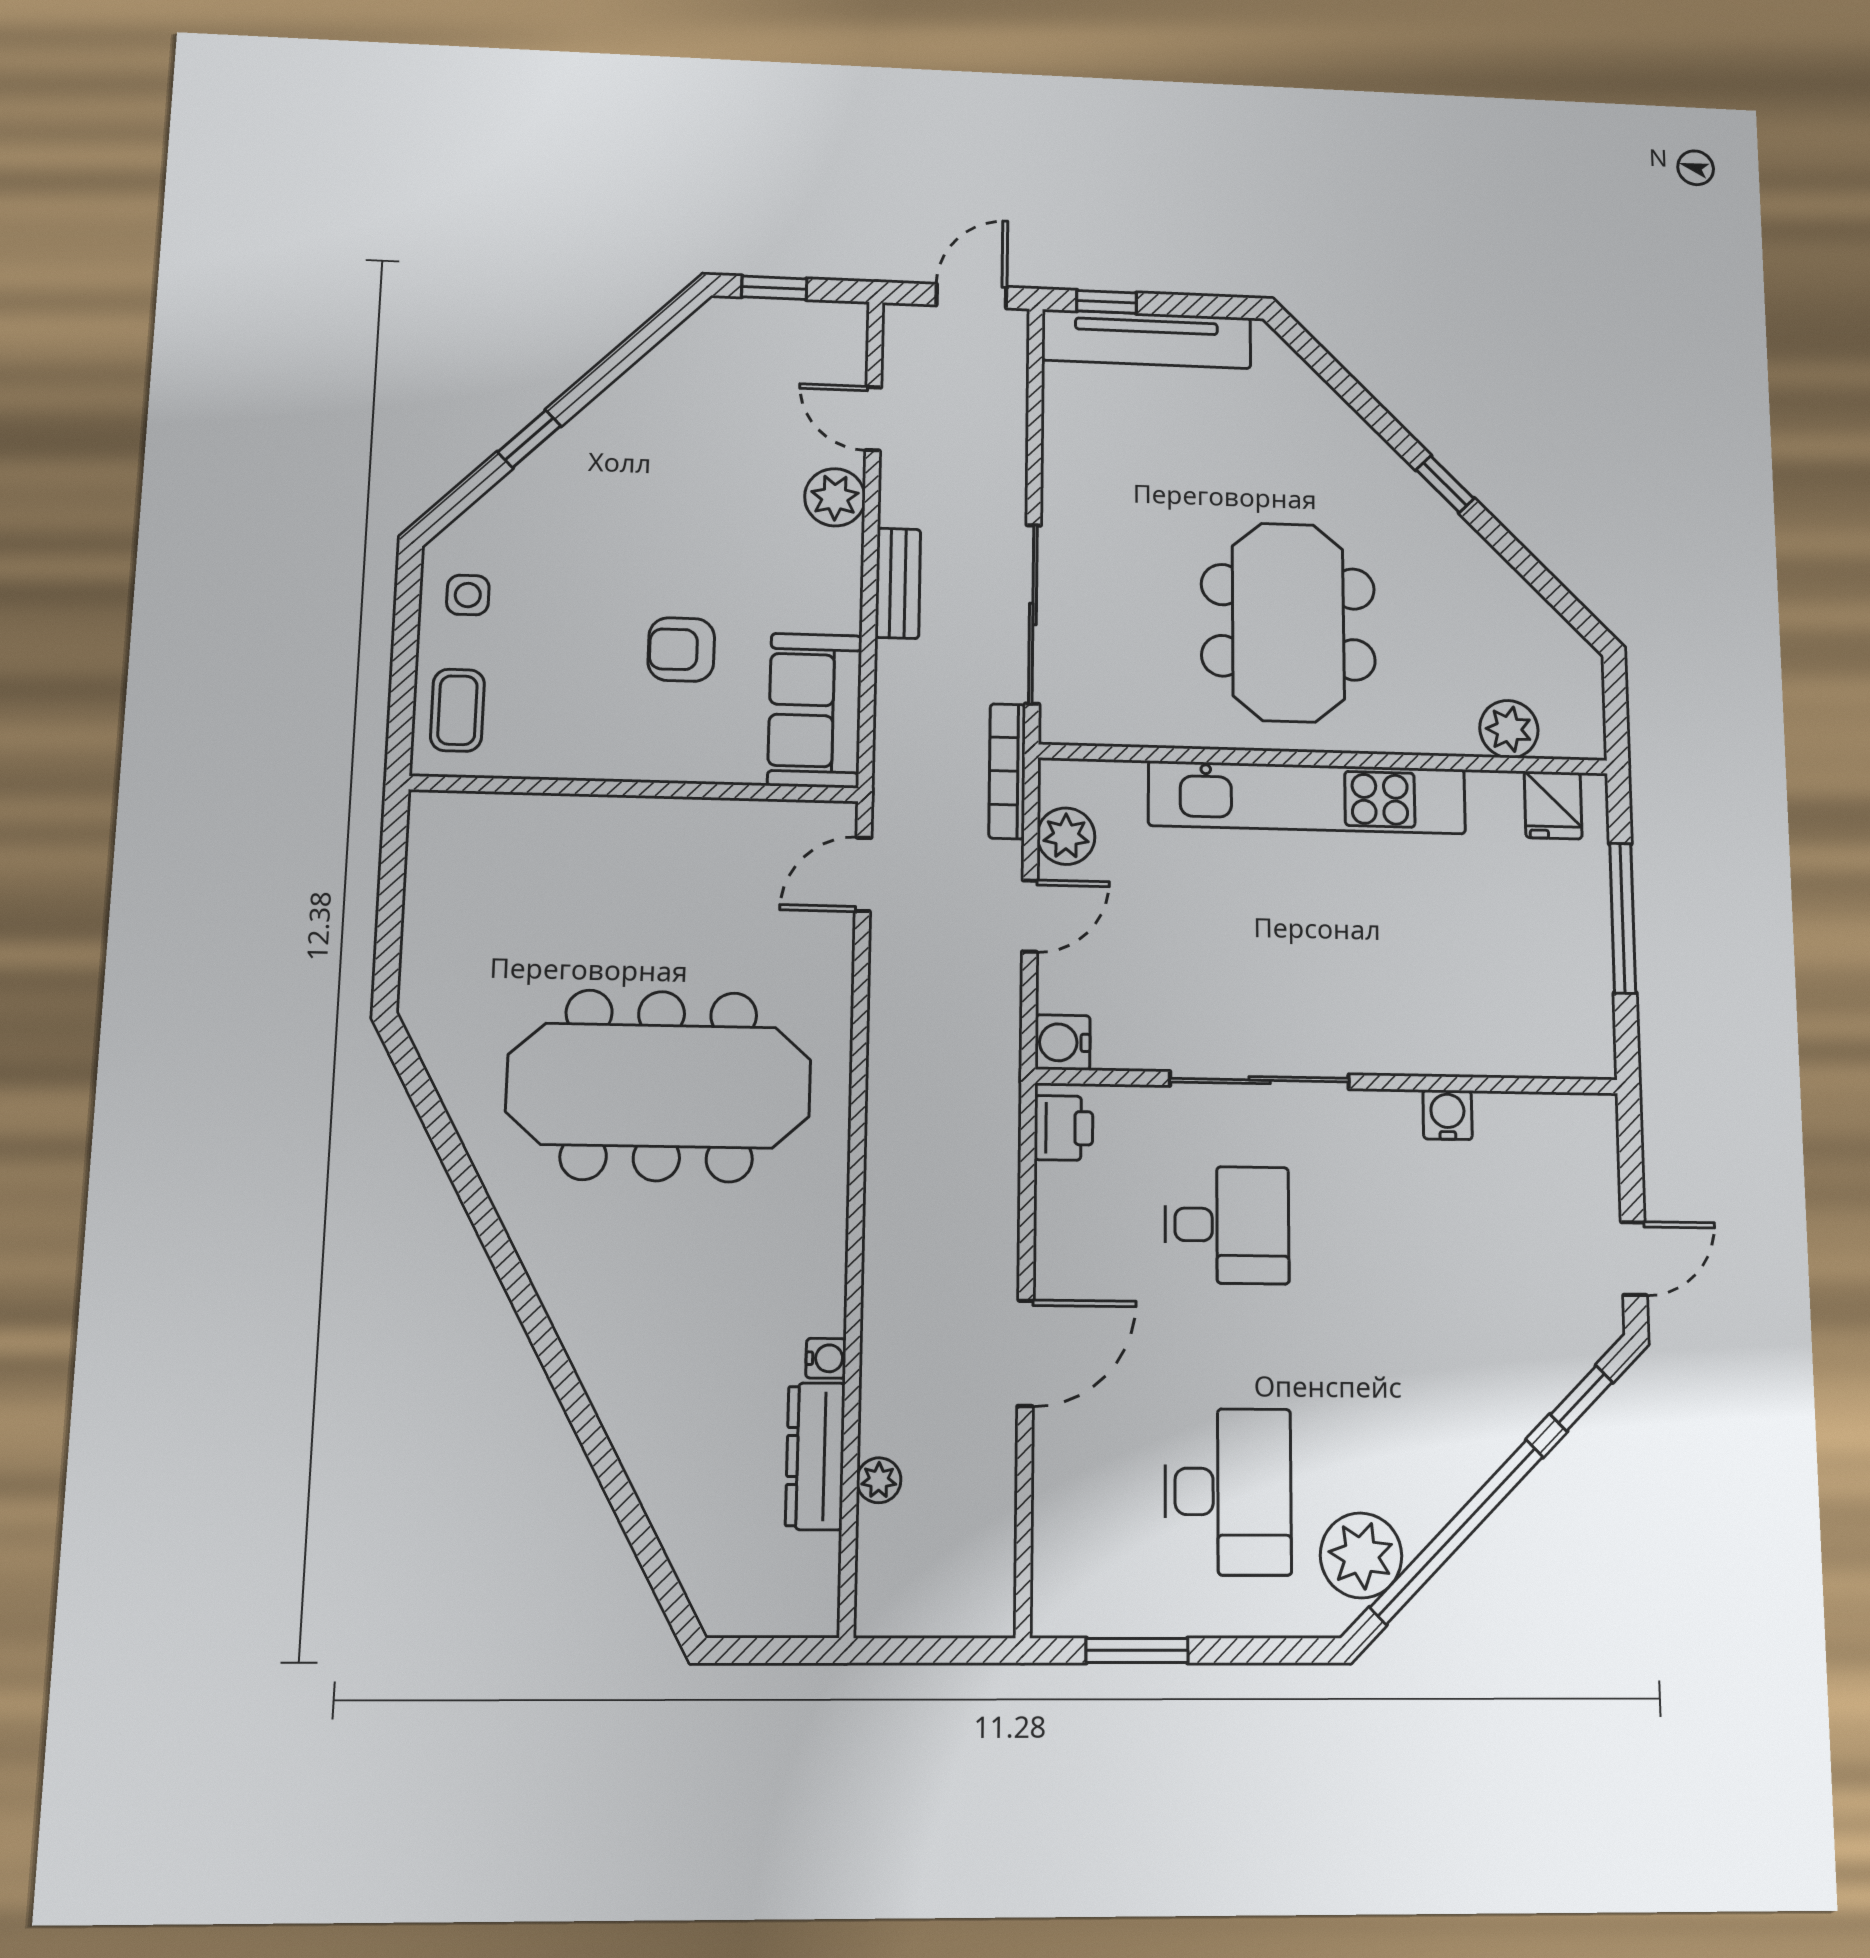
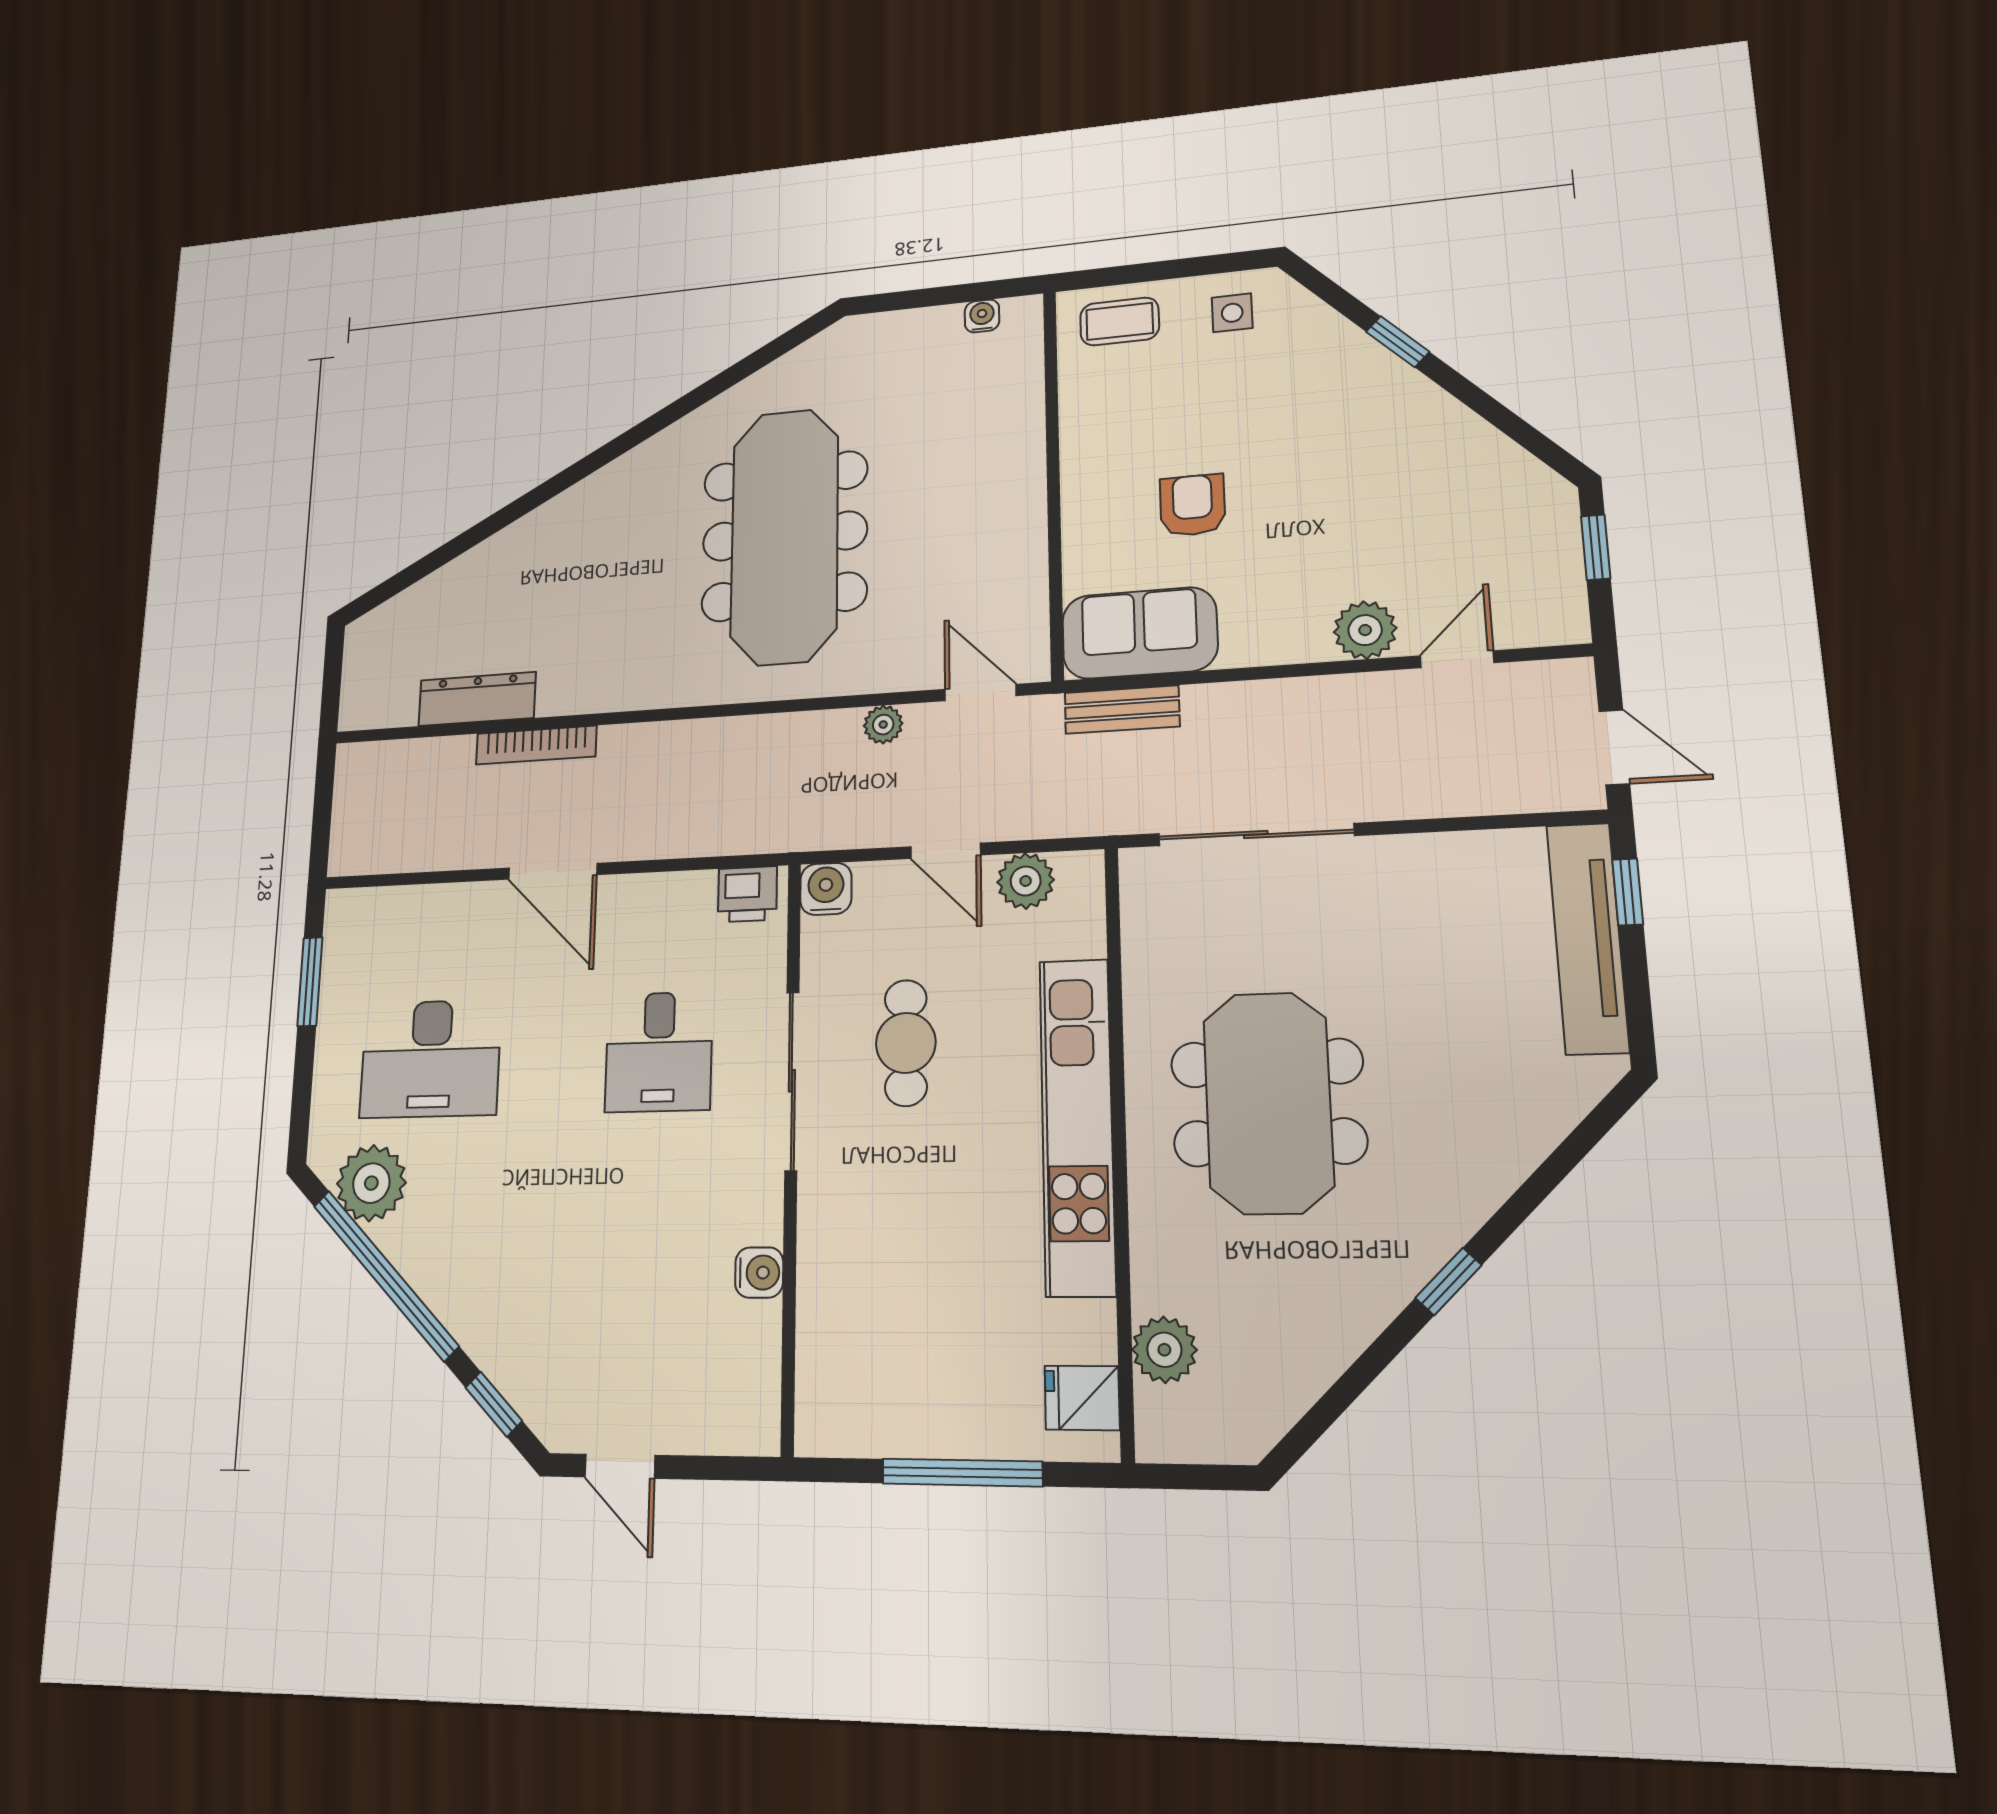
bench: (898, 583) -> (1122, 710), moved
meeting table: (1288, 622) -> (1268, 1103), turned 90
bookcase: (1007, 771) -> (536, 745), moved, turned 180
cafe table: (1224, 962) -> (906, 1043), added
water cooler: (826, 1358) -> (982, 316), moved, turned 180
plant: (879, 1480) -> (883, 725), moved

